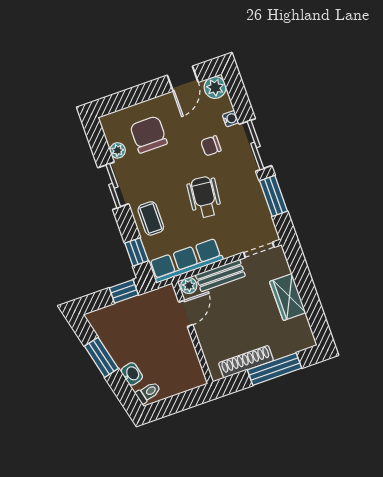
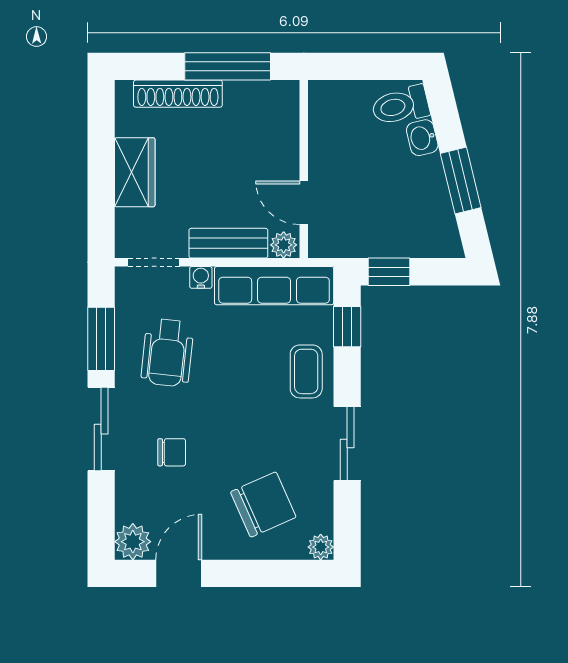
water cooler: (231, 119) -> (201, 277), moved, turned 90
chair: (149, 134) -> (263, 505), turned -114
plant: (118, 150) -> (321, 547), moved
wheelchair: (204, 197) -> (167, 353), moved
door: (186, 313) -> (304, 203), hinge flipped
shoe rack: (246, 362) -> (178, 94), moved
window: (274, 369) -> (228, 66), moved
toilet: (148, 392) -> (400, 106), width x1.37, depth x1.39

